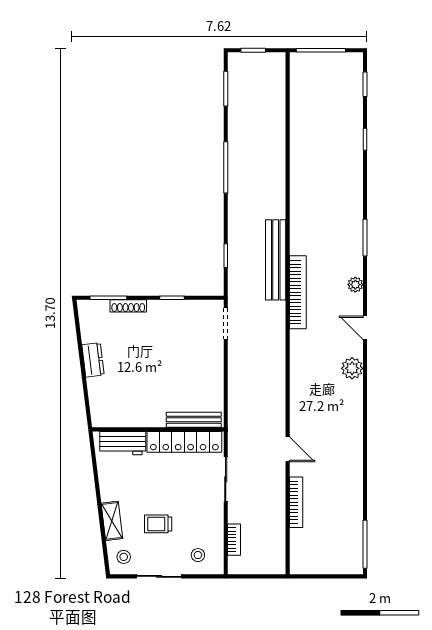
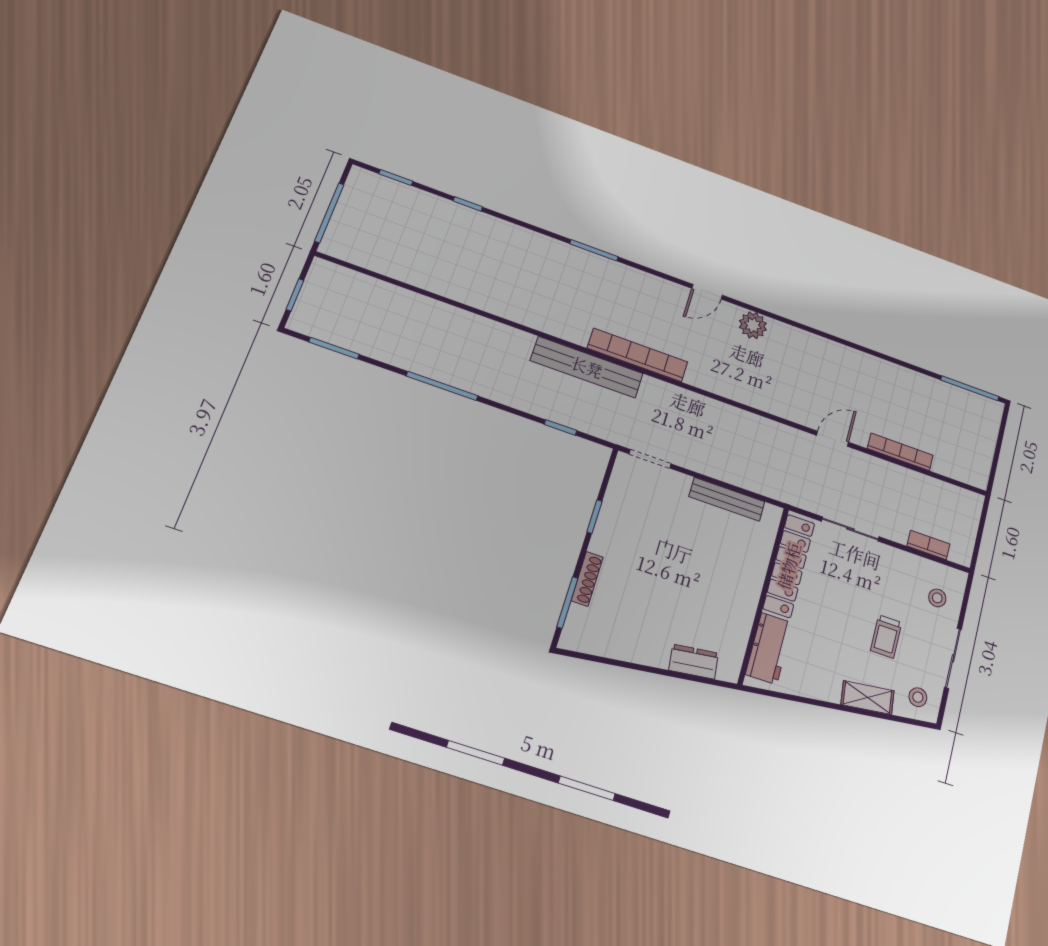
plant: (355, 285) -> (650, 283), removed
dresser: (93, 360) -> (694, 662), moved
bench: (194, 420) -> (727, 499), moved, turned 90

